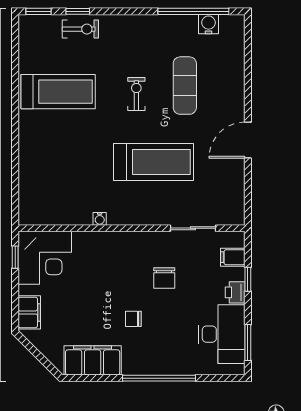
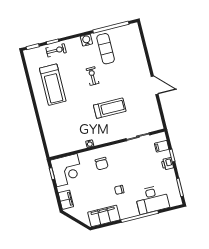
water cooler: (209, 24) -> (86, 40), moved
exercise mat: (185, 86) -> (106, 49), moved
treadmill: (58, 92) -> (53, 85), turned 90
door: (248, 140) -> (155, 85), swing flipped
treadmill: (153, 162) -> (110, 108), width x0.73, depth x0.73
chair: (164, 278) -> (102, 164), moved
desk: (222, 334) -> (152, 199), moved, turned 90

